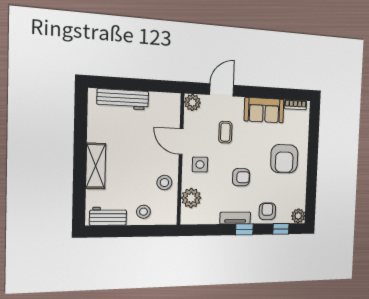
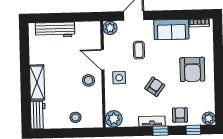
armchair: (241, 177) -> (155, 87), turned -54
stool: (164, 183) -> (89, 80), moved
plant: (191, 198) -> (114, 119), moved
workbench: (108, 216) -> (38, 115), moved, turned 90

